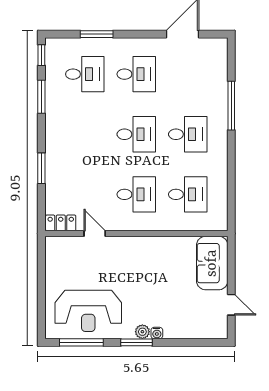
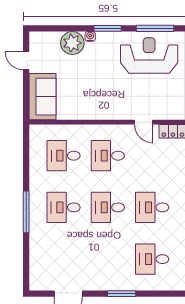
window: (97, 34) -> (122, 294), moved
desk: (136, 74) -> (152, 207), moved
window: (231, 106) -> (26, 212), moved
plant: (142, 332) -> (72, 43), moved, width x1.87, depth x1.87

